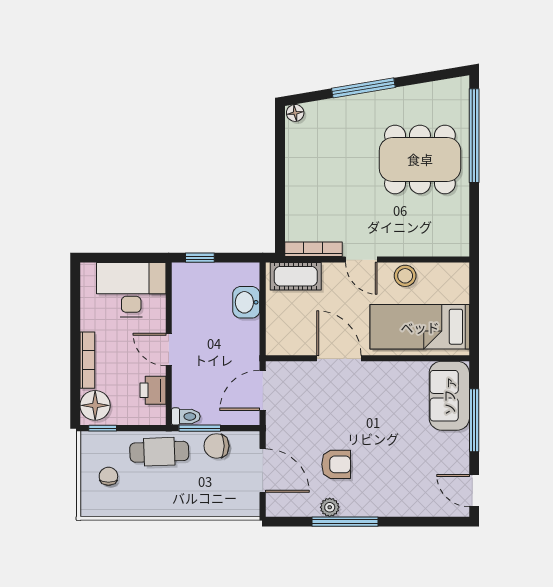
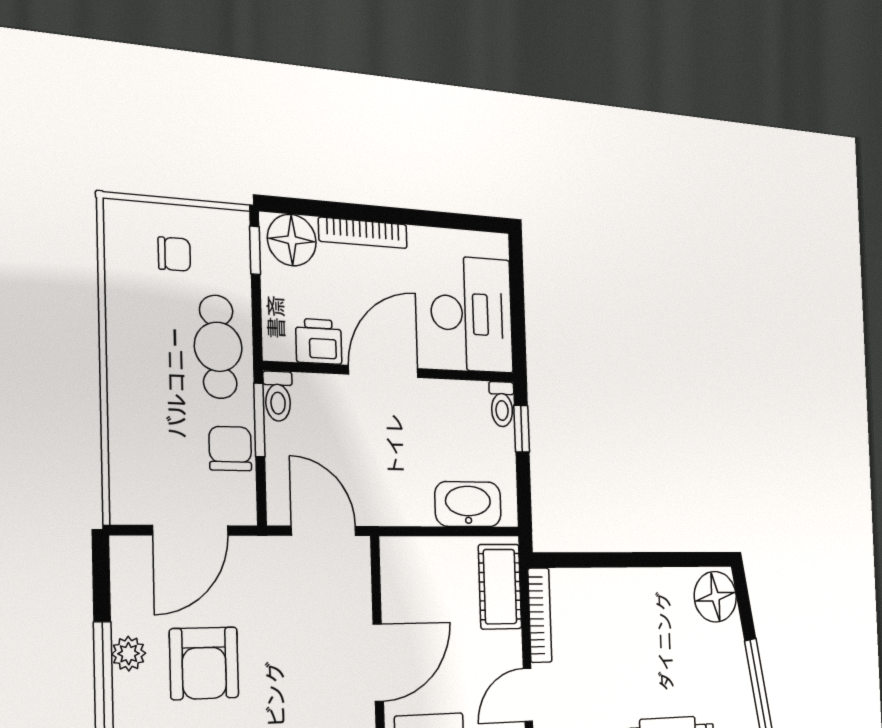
floor lamp: (295, 113) -> (715, 597), width x1.89, depth x1.89
toilet: (185, 271) -> (502, 404), added
washbasin: (246, 302) -> (468, 504), width x1.38
door: (169, 350) -> (383, 371), width x1.38
armchair: (336, 464) -> (204, 663), width x1.38, depth x1.38

